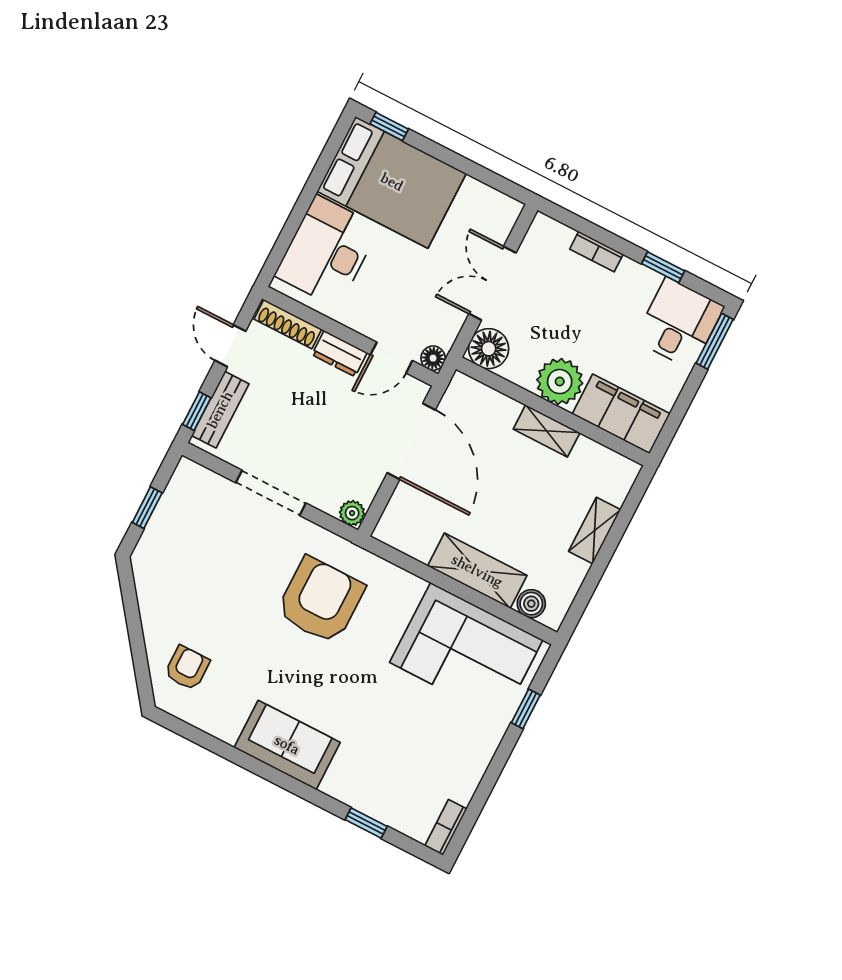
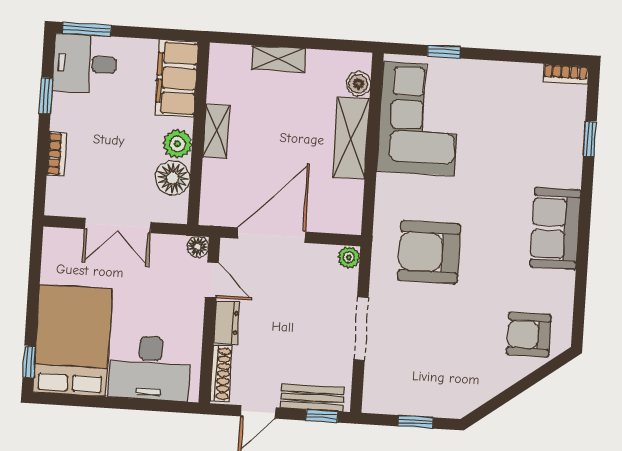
floor lamp: (489, 349) -> (173, 178), moved
plant: (560, 382) -> (177, 144), width x0.73, depth x0.73
armchair: (187, 668) -> (529, 335), width x1.38, depth x1.38

